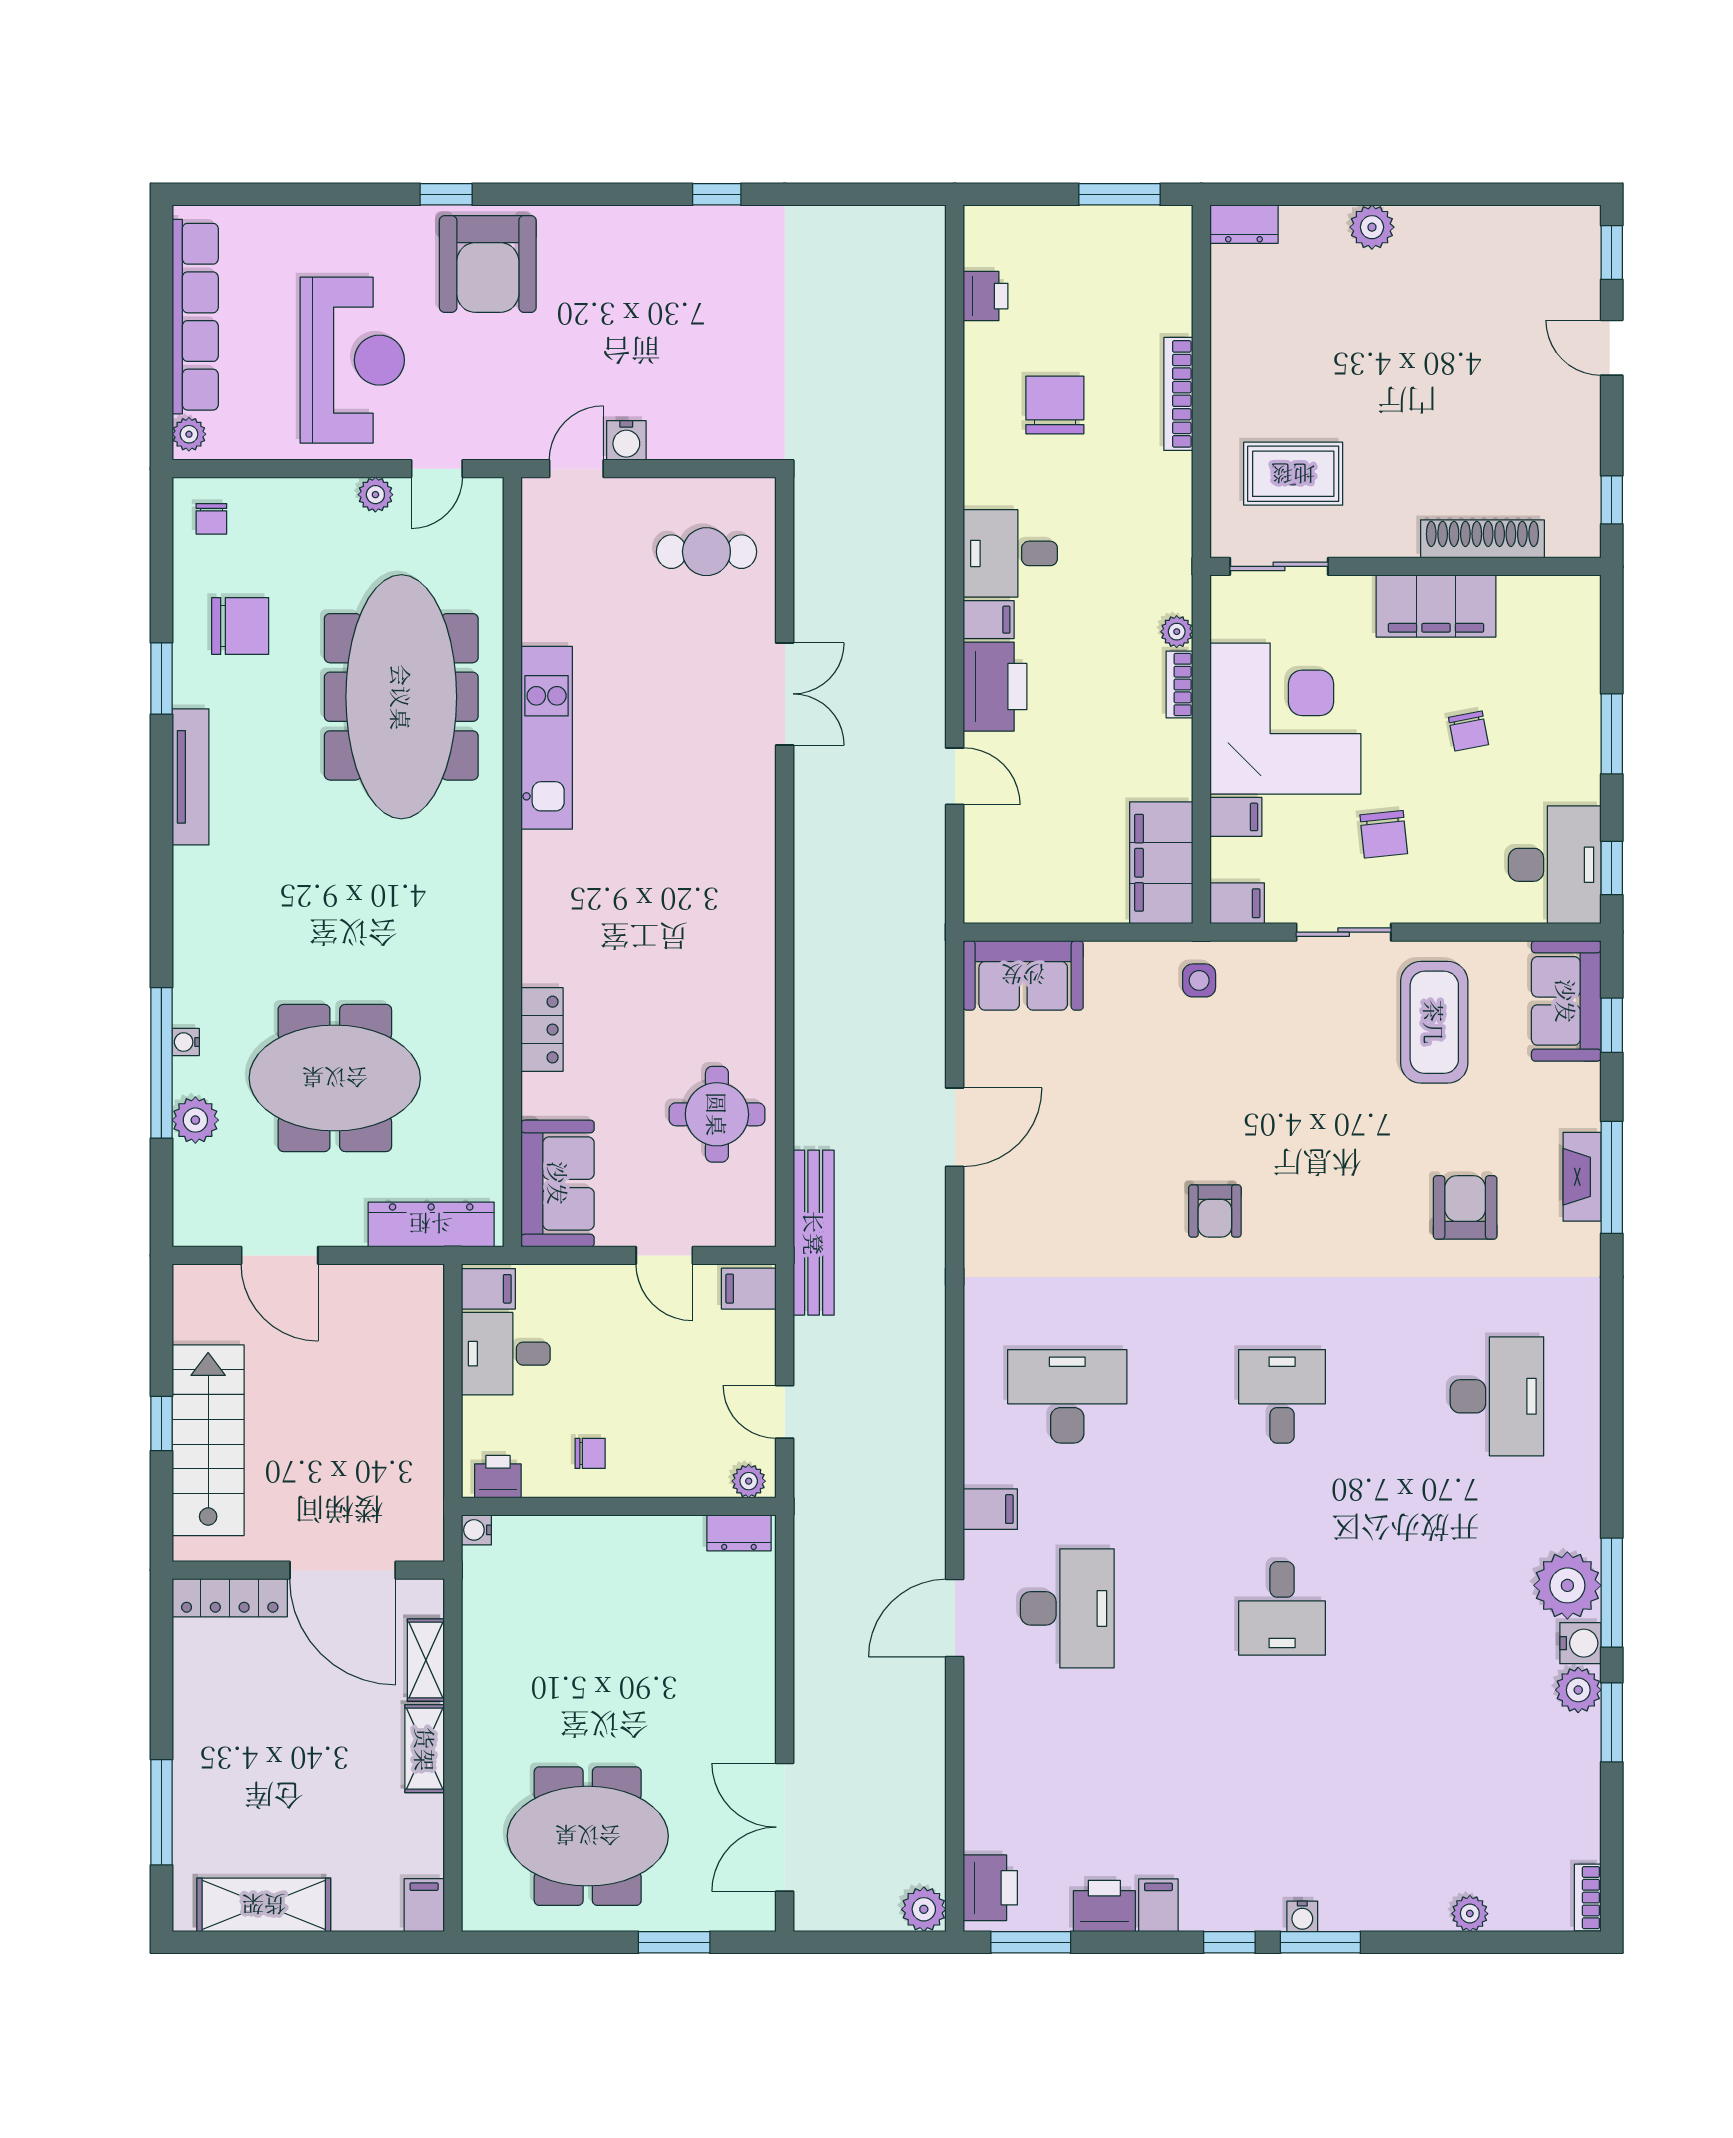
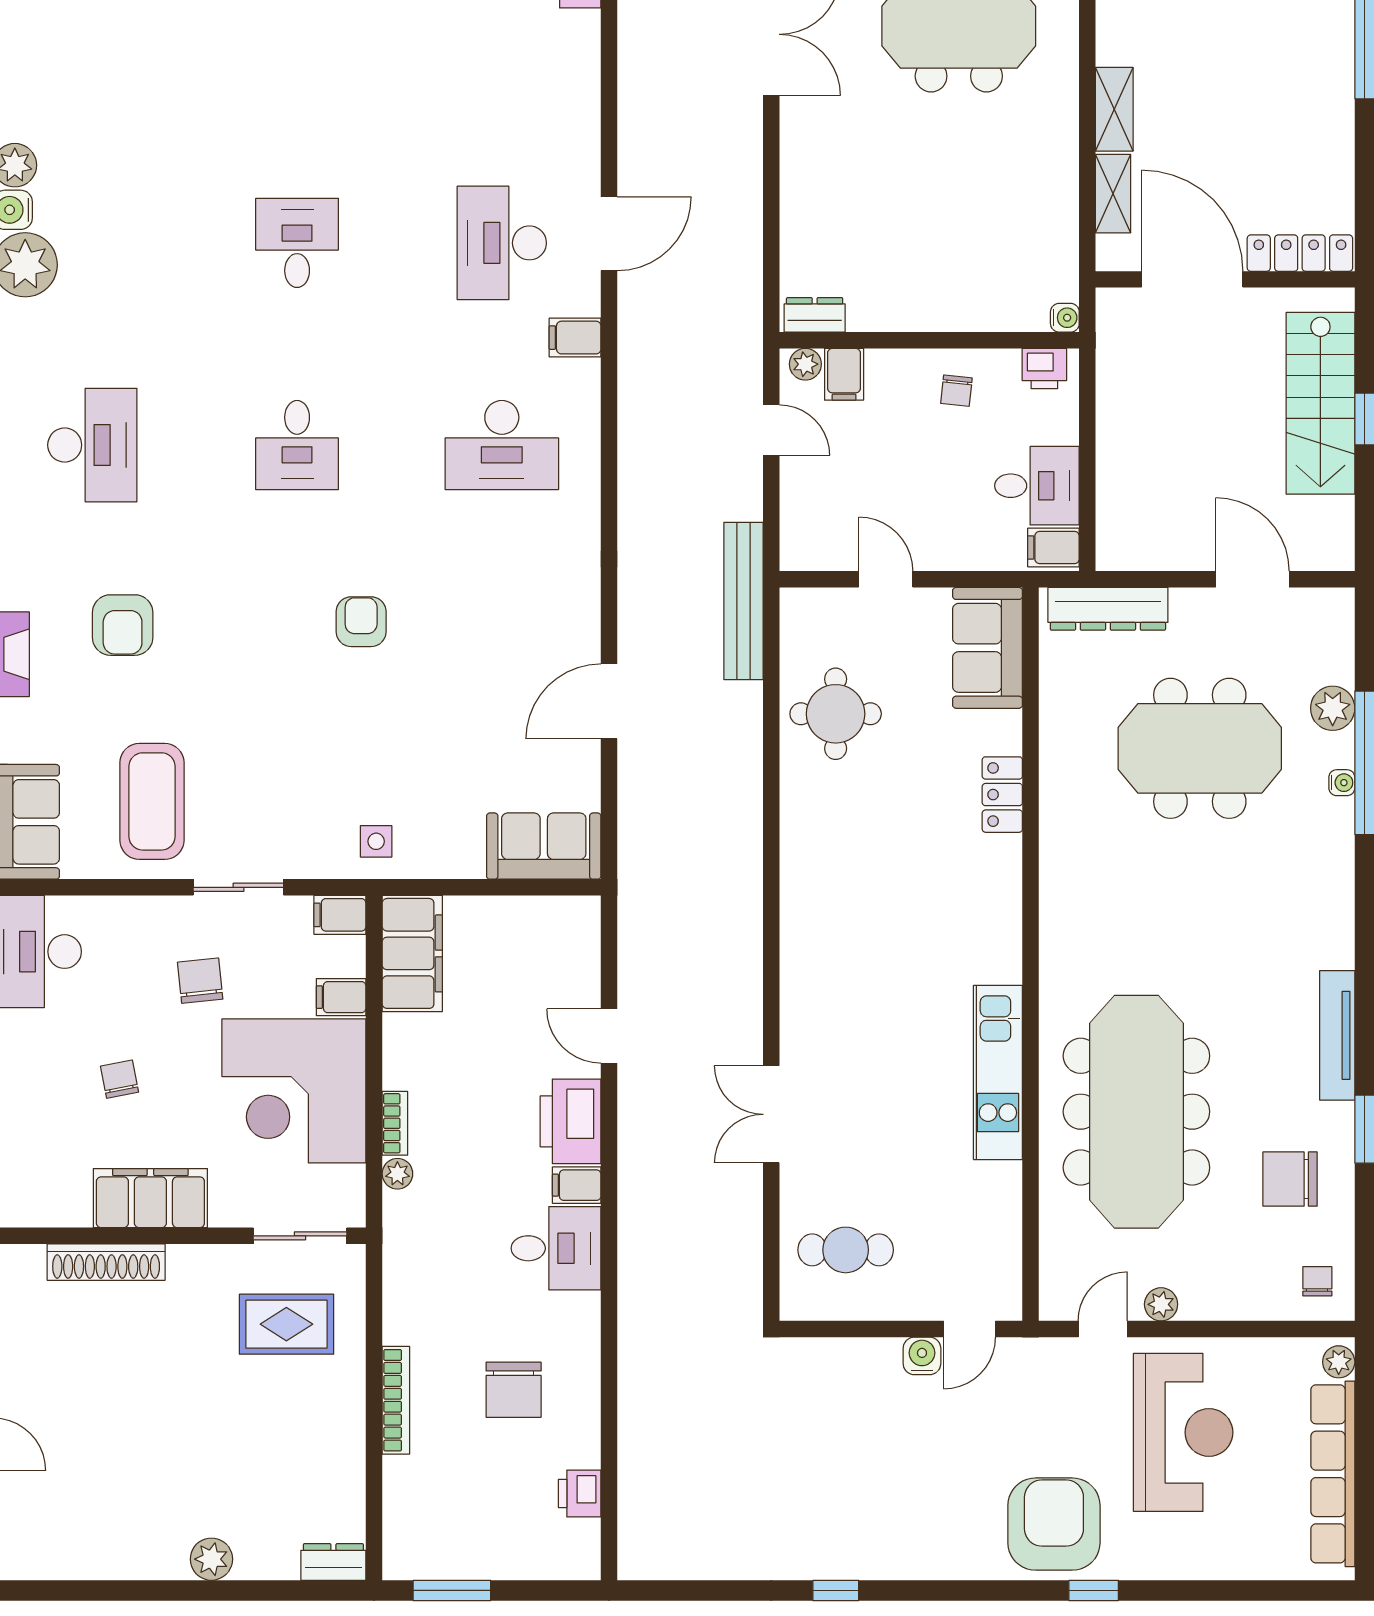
reception desk: (352, 360) -> (1183, 1432), turned 180
filing cabinet: (749, 1289) -> (844, 374), moved, turned 90
desk: (1497, 1396) -> (92, 445), turned 180
chair: (590, 1453) -> (956, 391), turned -84

